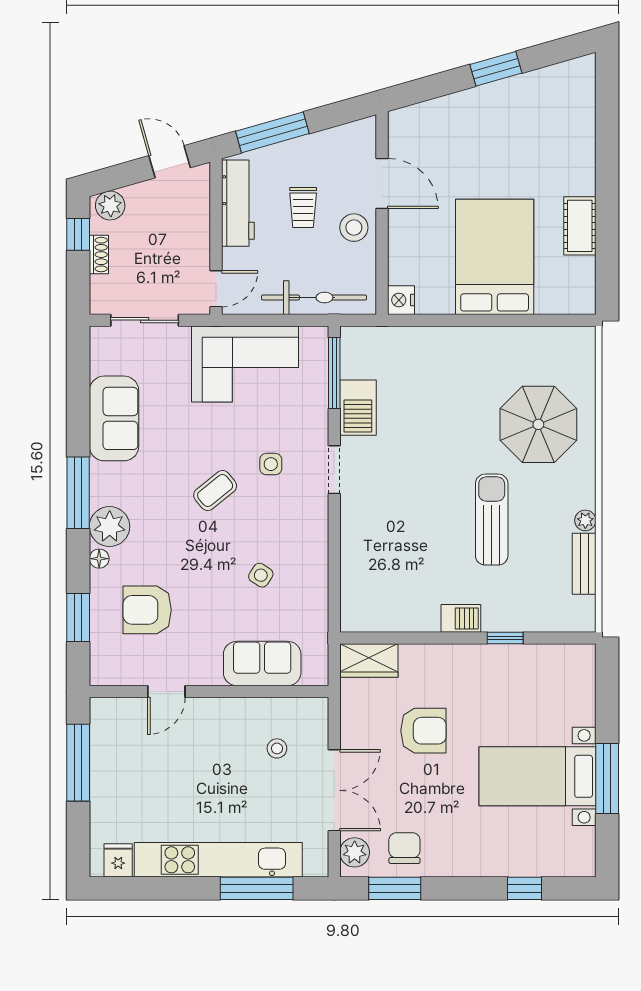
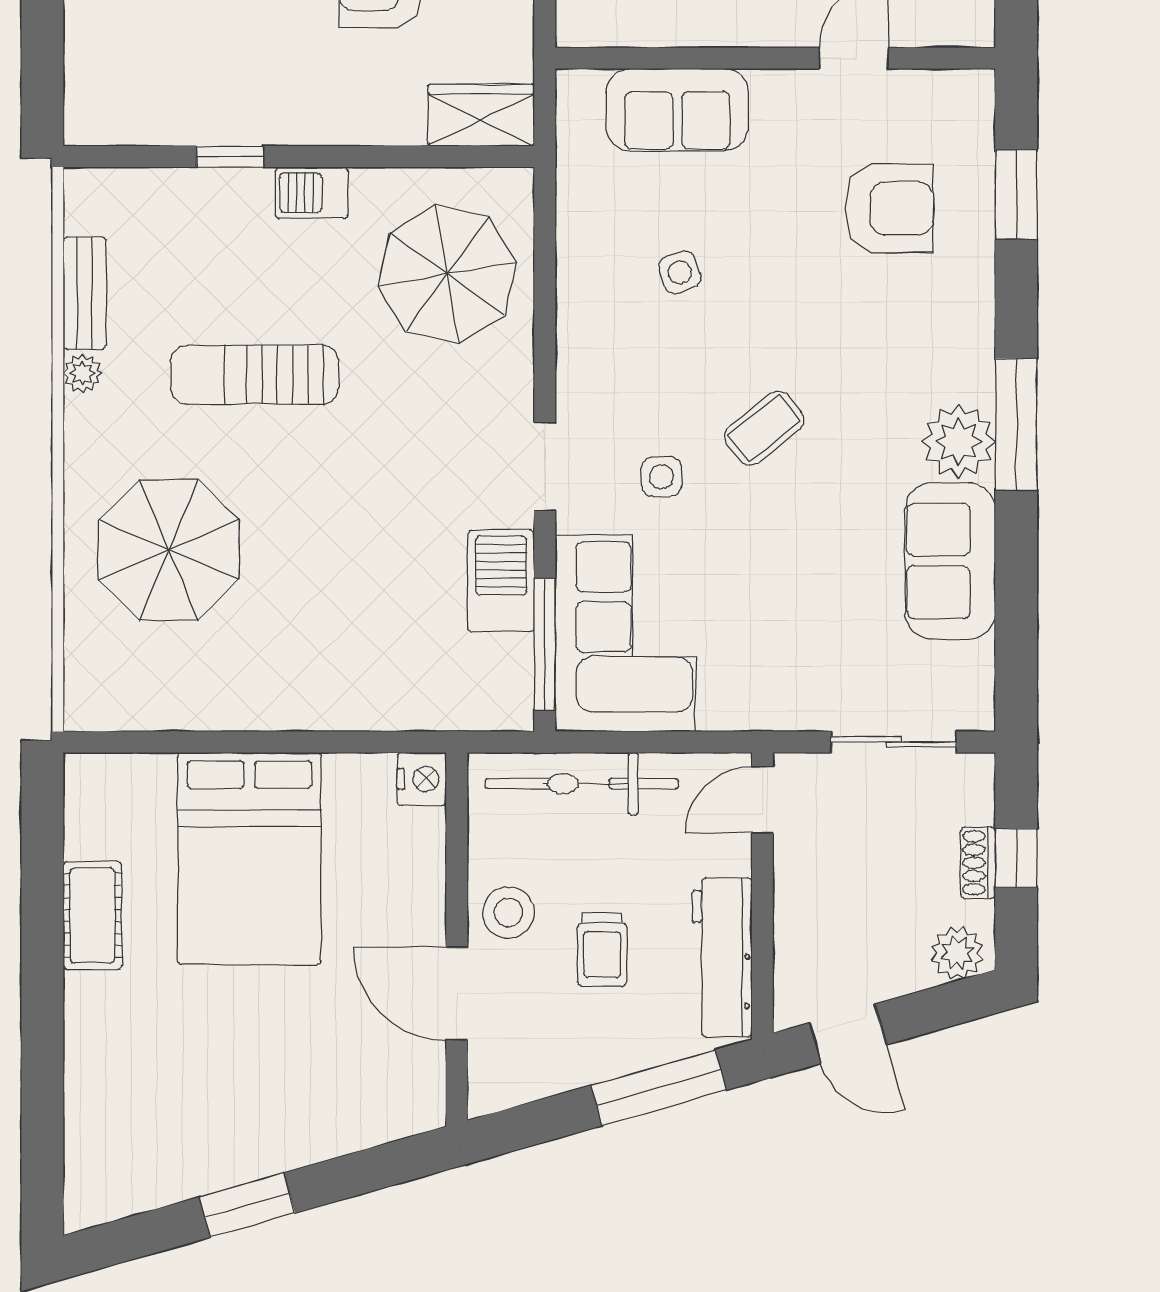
trolley: (303, 207) -> (602, 949), turned 180
window: (78, 234) -> (1016, 858), moved
corner sofa: (245, 364) -> (625, 633), moved, turned 90
sun lounger: (492, 520) -> (255, 375), turned 90
plant: (110, 527) -> (958, 441), moved
floor lamp: (99, 559) -> (978, 303), removed
parasol: (387, 574) -> (447, 274), added
side table: (261, 575) -> (680, 272), turned 37

